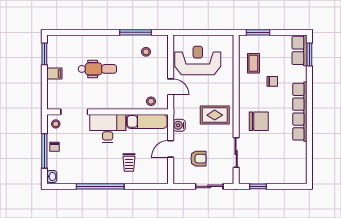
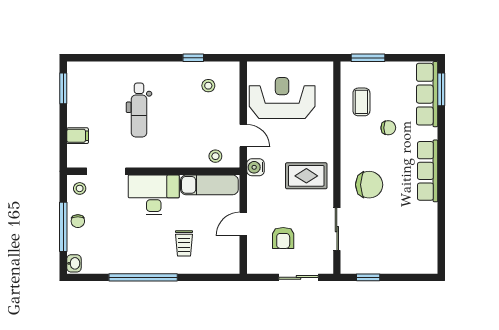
window: (135, 32) -> (193, 58), width x0.46
row of seats: (299, 50) -> (427, 94), width x1.48
dental chair: (97, 69) -> (139, 110), turned 90
filing cabinet: (54, 73) -> (78, 136), moved
row of seats: (300, 112) -> (428, 171), width x0.73
water cooler: (179, 125) -> (256, 167), moved
armchair: (198, 159) -> (283, 238), turned 90

